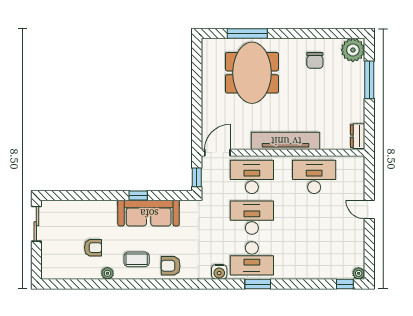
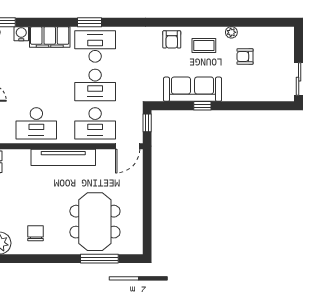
armchair: (171, 266) -> (172, 39), turned 90
filing cabinet: (300, 268) -> (50, 37), added
water cooler: (219, 272) -> (21, 34), moved

